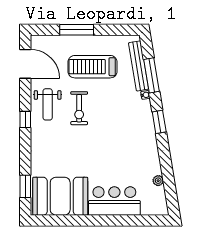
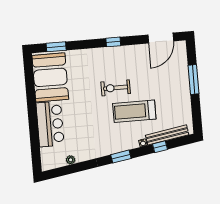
treadmill: (93, 67) -> (134, 111), moved, turned -90
window: (152, 75) -> (160, 147), width x0.46
weight bench: (48, 104) -> (128, 60), removed
exercise bike: (79, 108) -> (116, 88), moved

